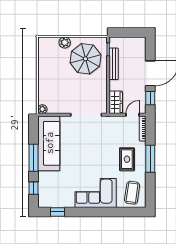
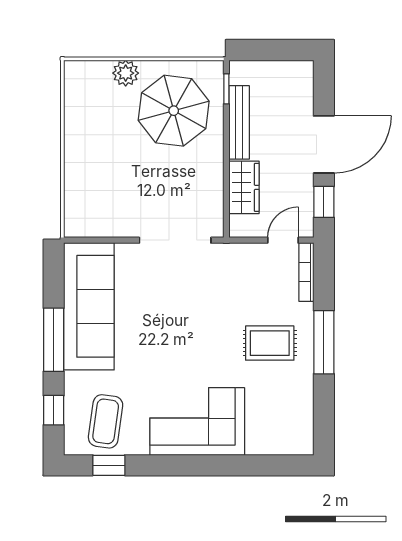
wardrobe: (116, 102) -> (244, 187), moved
plant: (42, 109) -> (74, 227), removed
rug: (127, 159) -> (270, 343), turned 90
coffee table: (132, 193) -> (106, 421), moved

